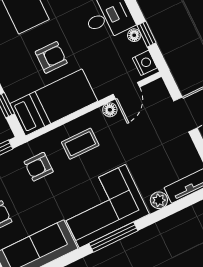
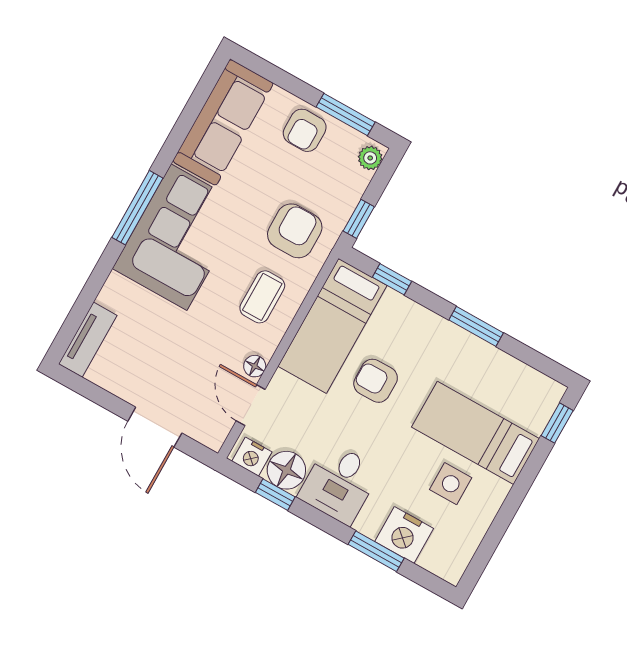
floor lamp: (134, 35) -> (286, 470), width x1.89, depth x1.89
armchair: (51, 57) -> (376, 381), turned 90
armchair: (39, 167) -> (295, 231), width x1.38, depth x1.38
plant: (159, 200) -> (112, 295), removed

